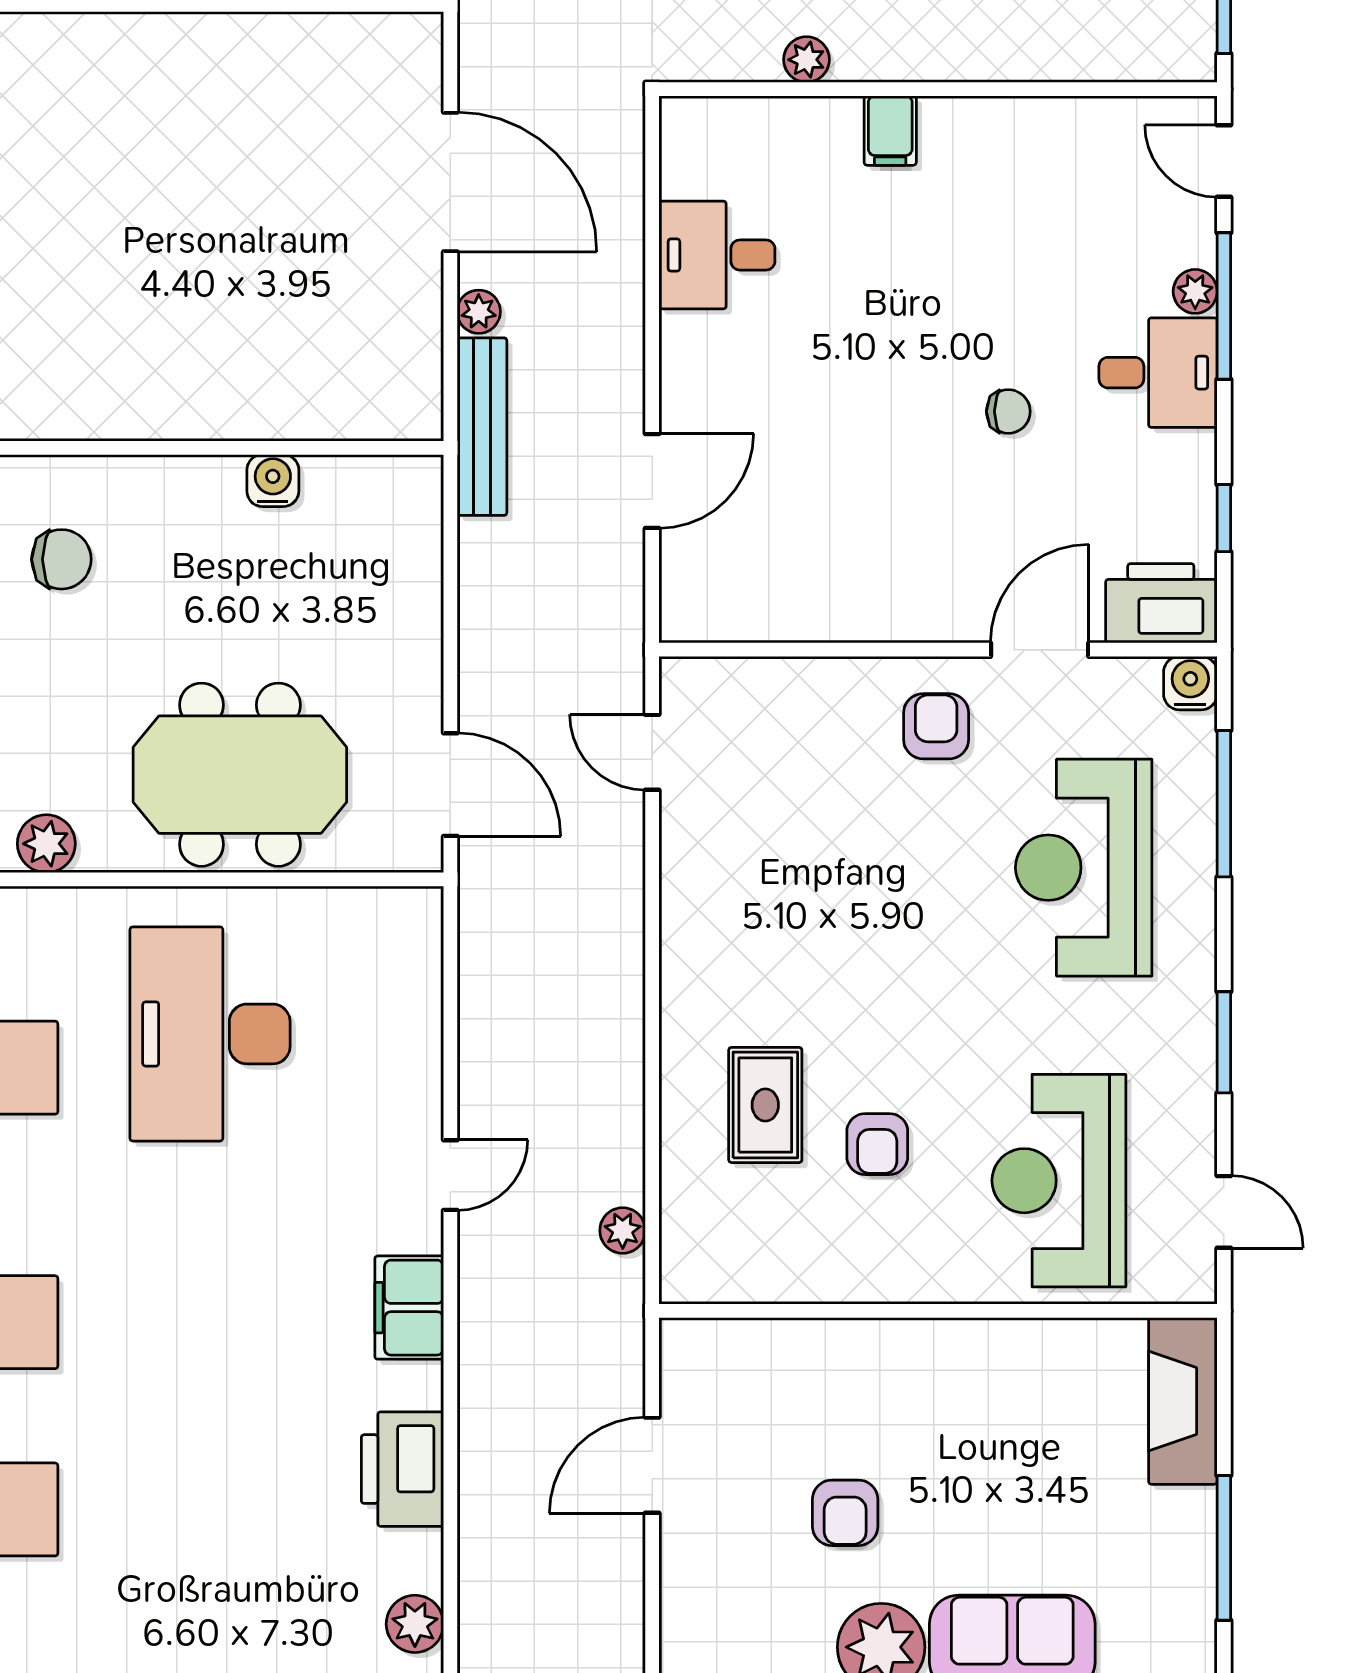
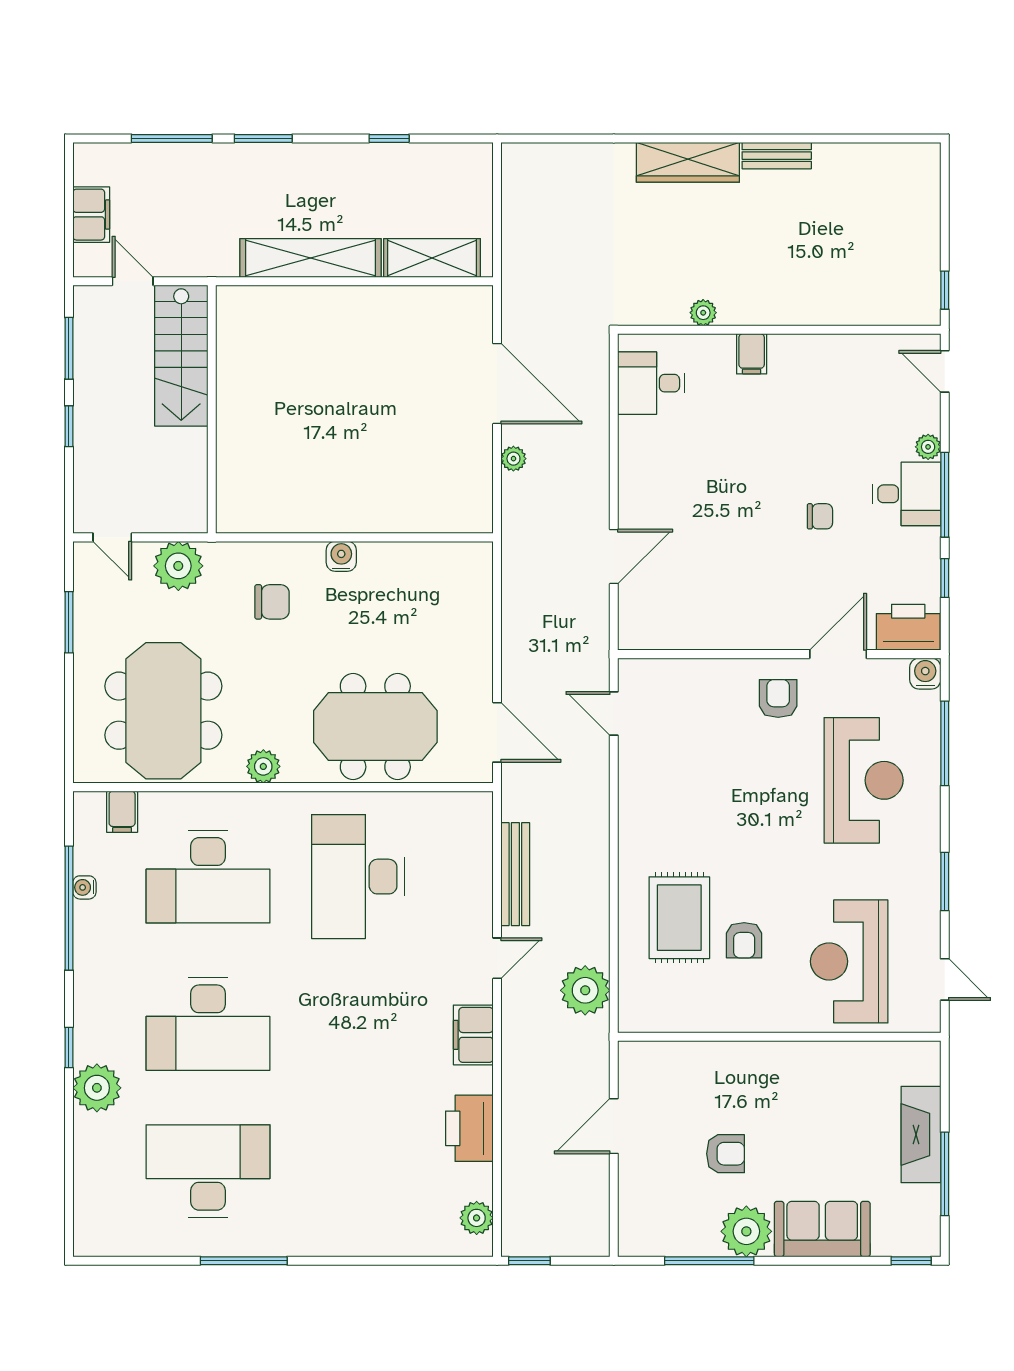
desk: (717, 255) -> (651, 383), moved
window: (1224, 306) -> (945, 495), moved
bench: (482, 427) -> (515, 874), moved
water cooler: (273, 481) -> (341, 556), moved
reception desk: (1084, 868) -> (864, 780), turned 180
rug: (765, 1105) -> (679, 918), width x1.36, depth x1.43
plant: (623, 1230) -> (585, 990), width x1.88, depth x1.88
fireplace: (1183, 1401) -> (921, 1134), moved
armchair: (845, 1513) -> (726, 1154), turned -90

